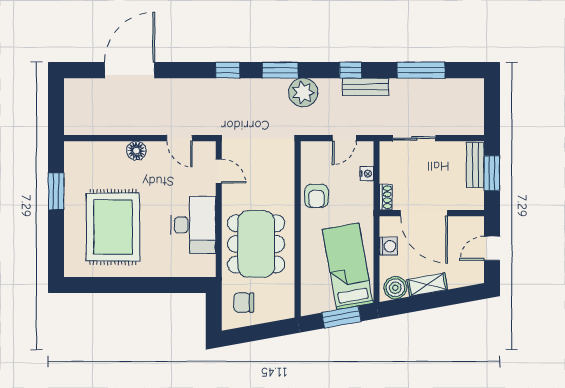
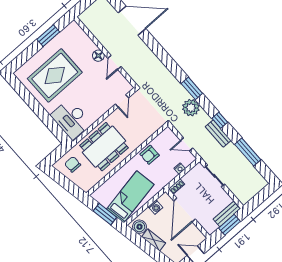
window: (228, 70) -> (171, 65), removed
door: (179, 138) -> (114, 62), moved
desk: (193, 225) -> (71, 119), moved, turned 90

